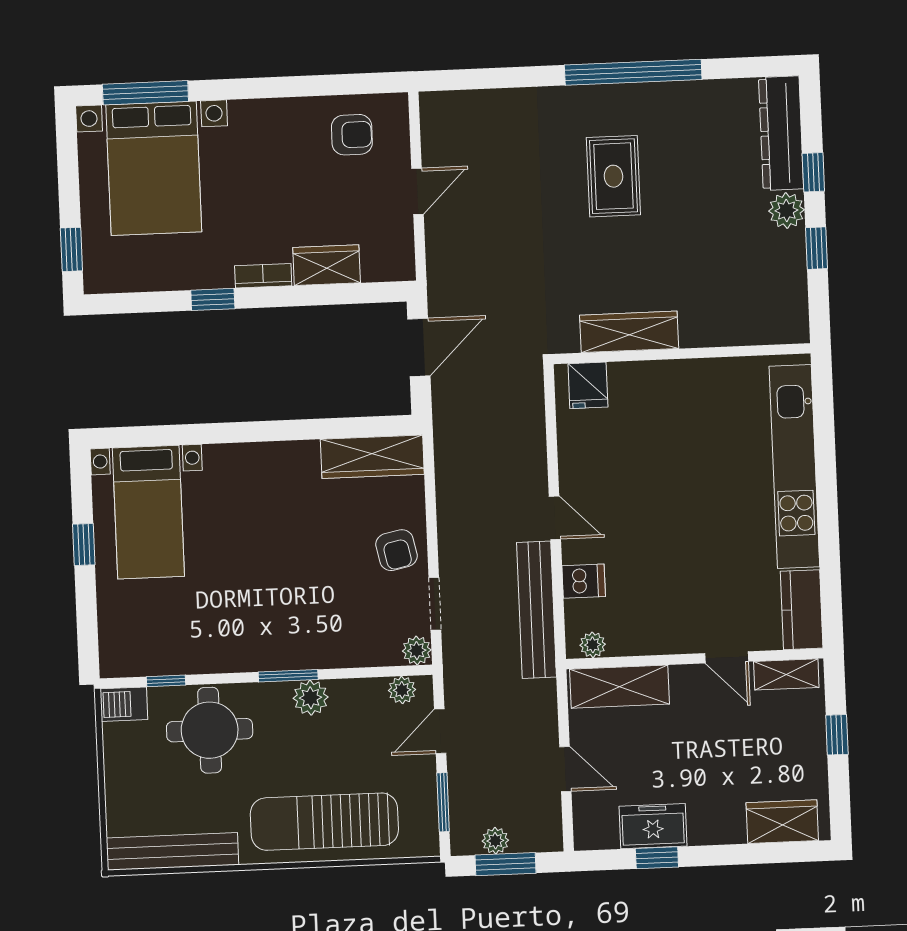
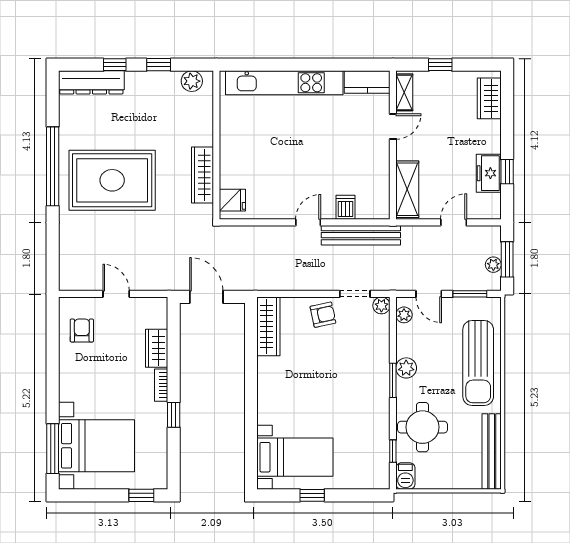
rug: (613, 176) -> (112, 180), width x1.86, depth x2.06
plant: (786, 210) -> (192, 81), moved
plant: (593, 645) -> (382, 204), removed

